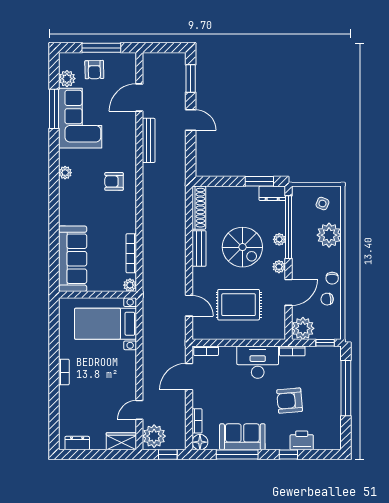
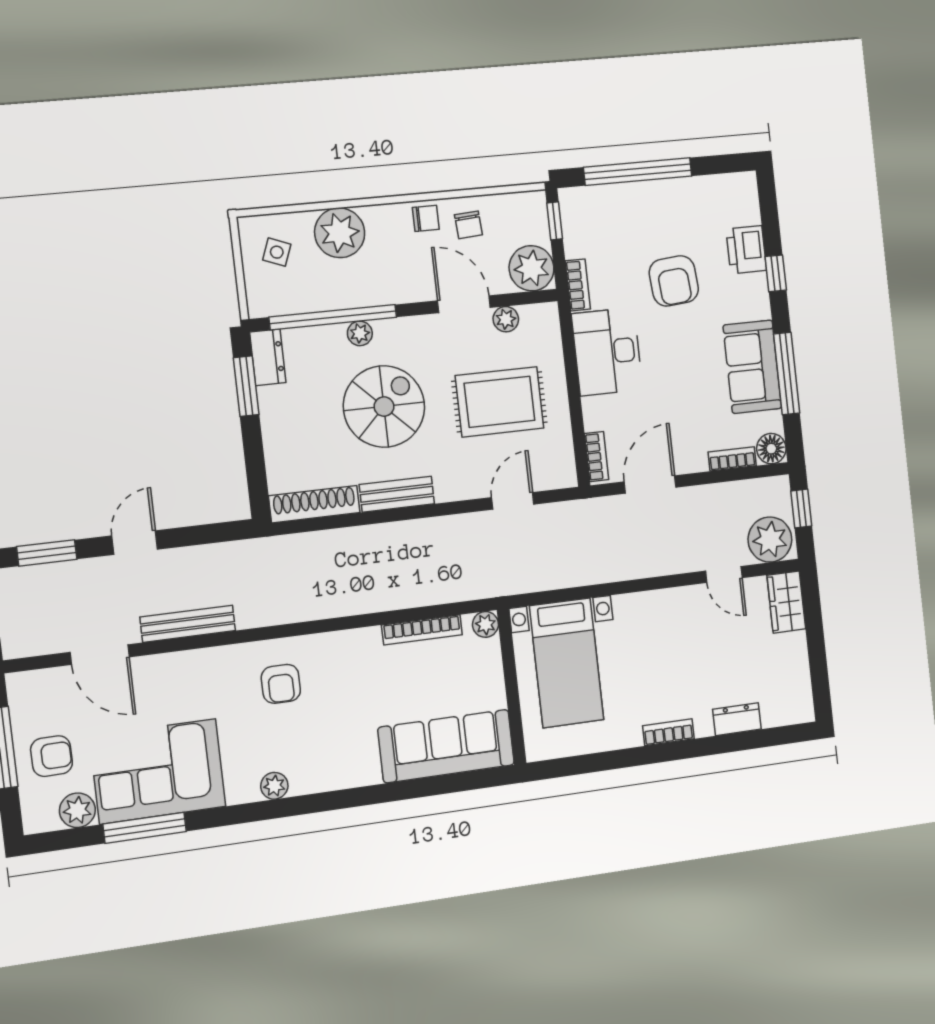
plant: (279, 267) -> (506, 319), moved
rug: (239, 305) -> (500, 402), turned 90
door: (189, 377) -> (650, 485), swing flipped
dresser: (77, 443) -> (737, 719), moved, turned 90

